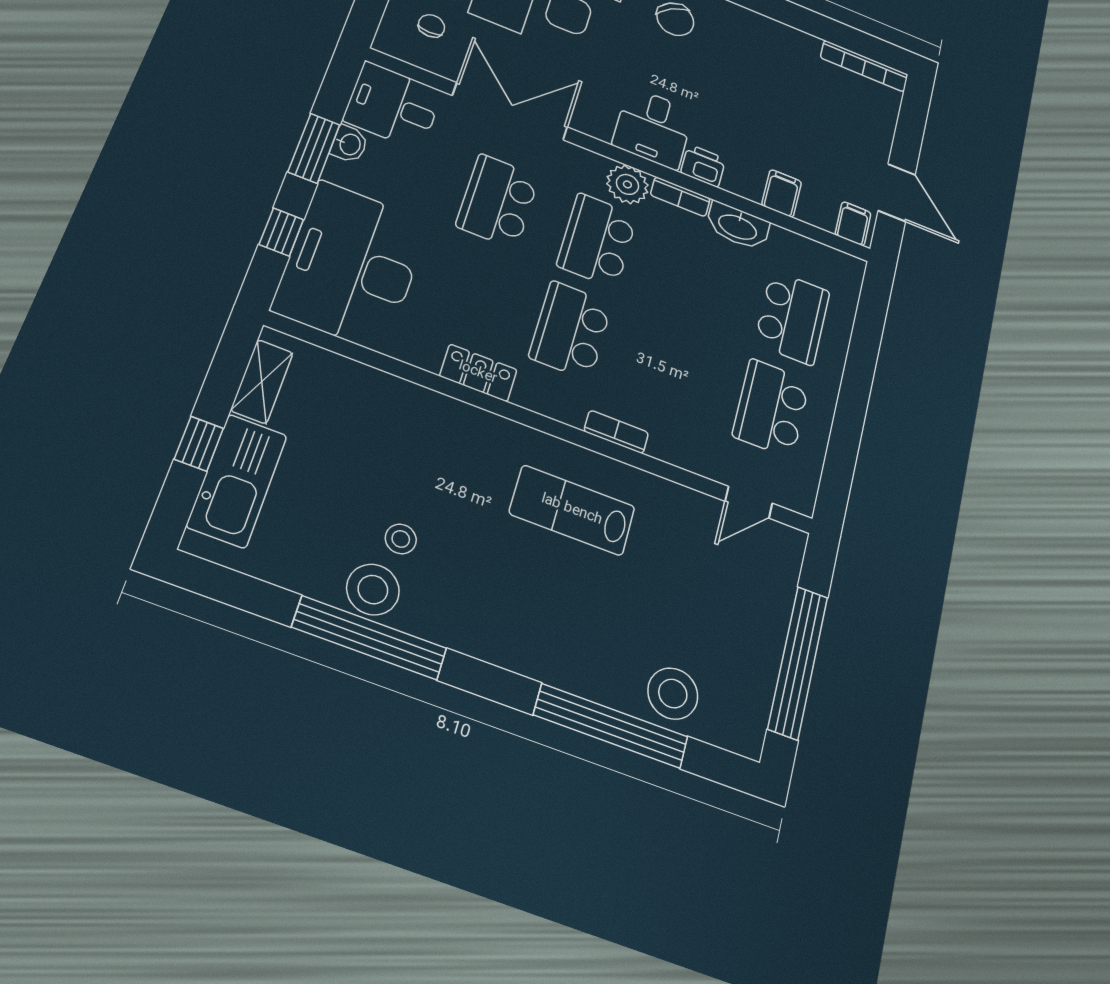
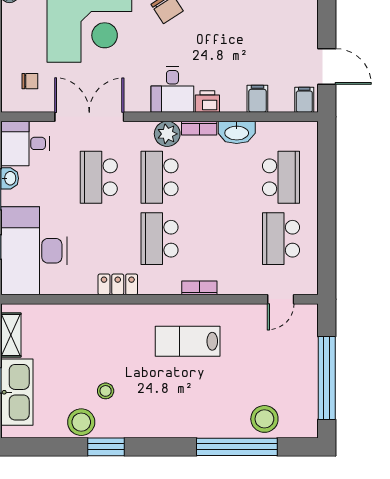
chair: (431, 26) -> (30, 81), turned 90
stool: (373, 590) -> (81, 422), moved
window: (369, 638) -> (106, 447), width x0.47

